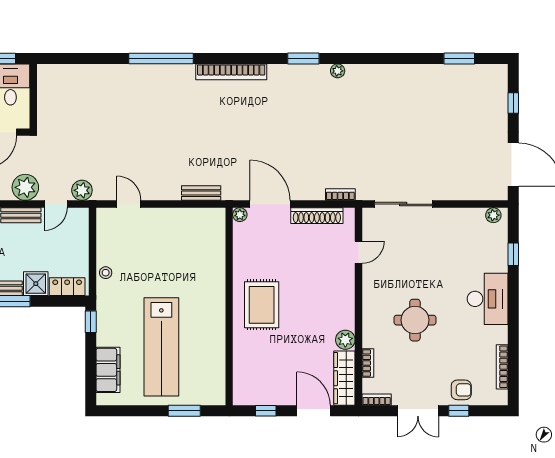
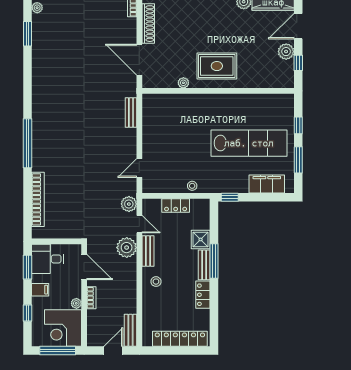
bookcase: (231, 72) -> (38, 199), moved
door: (270, 204) -> (139, 60), hinge flipped
plant: (240, 215) -> (183, 83), moved
locker: (67, 287) -> (176, 206), moved, turned -90
plant: (280, 395) -> (286, 52), added
window: (139, 411) -> (298, 160), added
window: (184, 411) -> (298, 125), width x0.67

